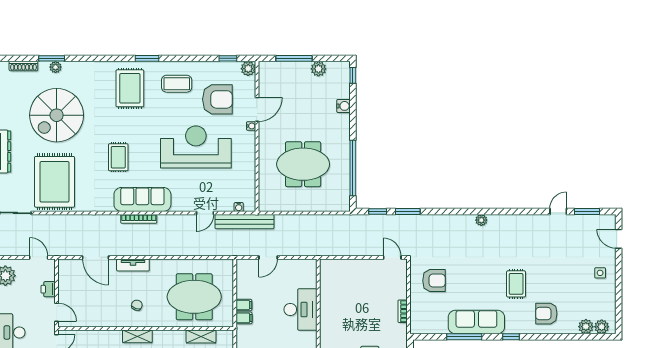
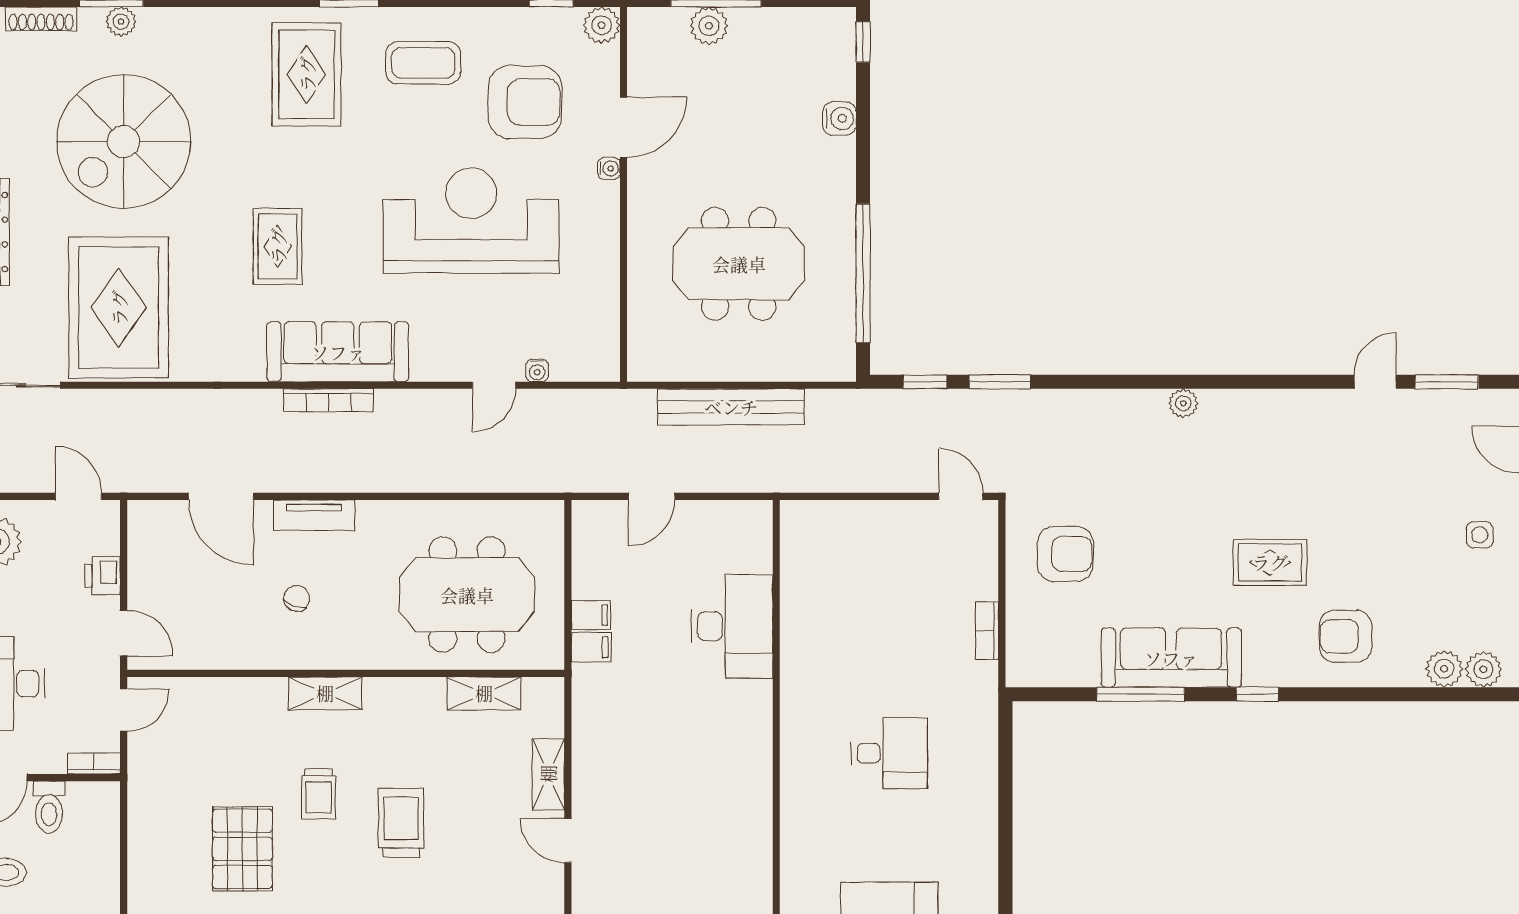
plant: (318, 69) -> (709, 26), moved
water cooler: (239, 207) -> (537, 370), moved
bench: (244, 222) -> (731, 407), moved
rug: (516, 284) -> (1270, 562), turned 90
chair: (137, 305) -> (297, 598), moved

